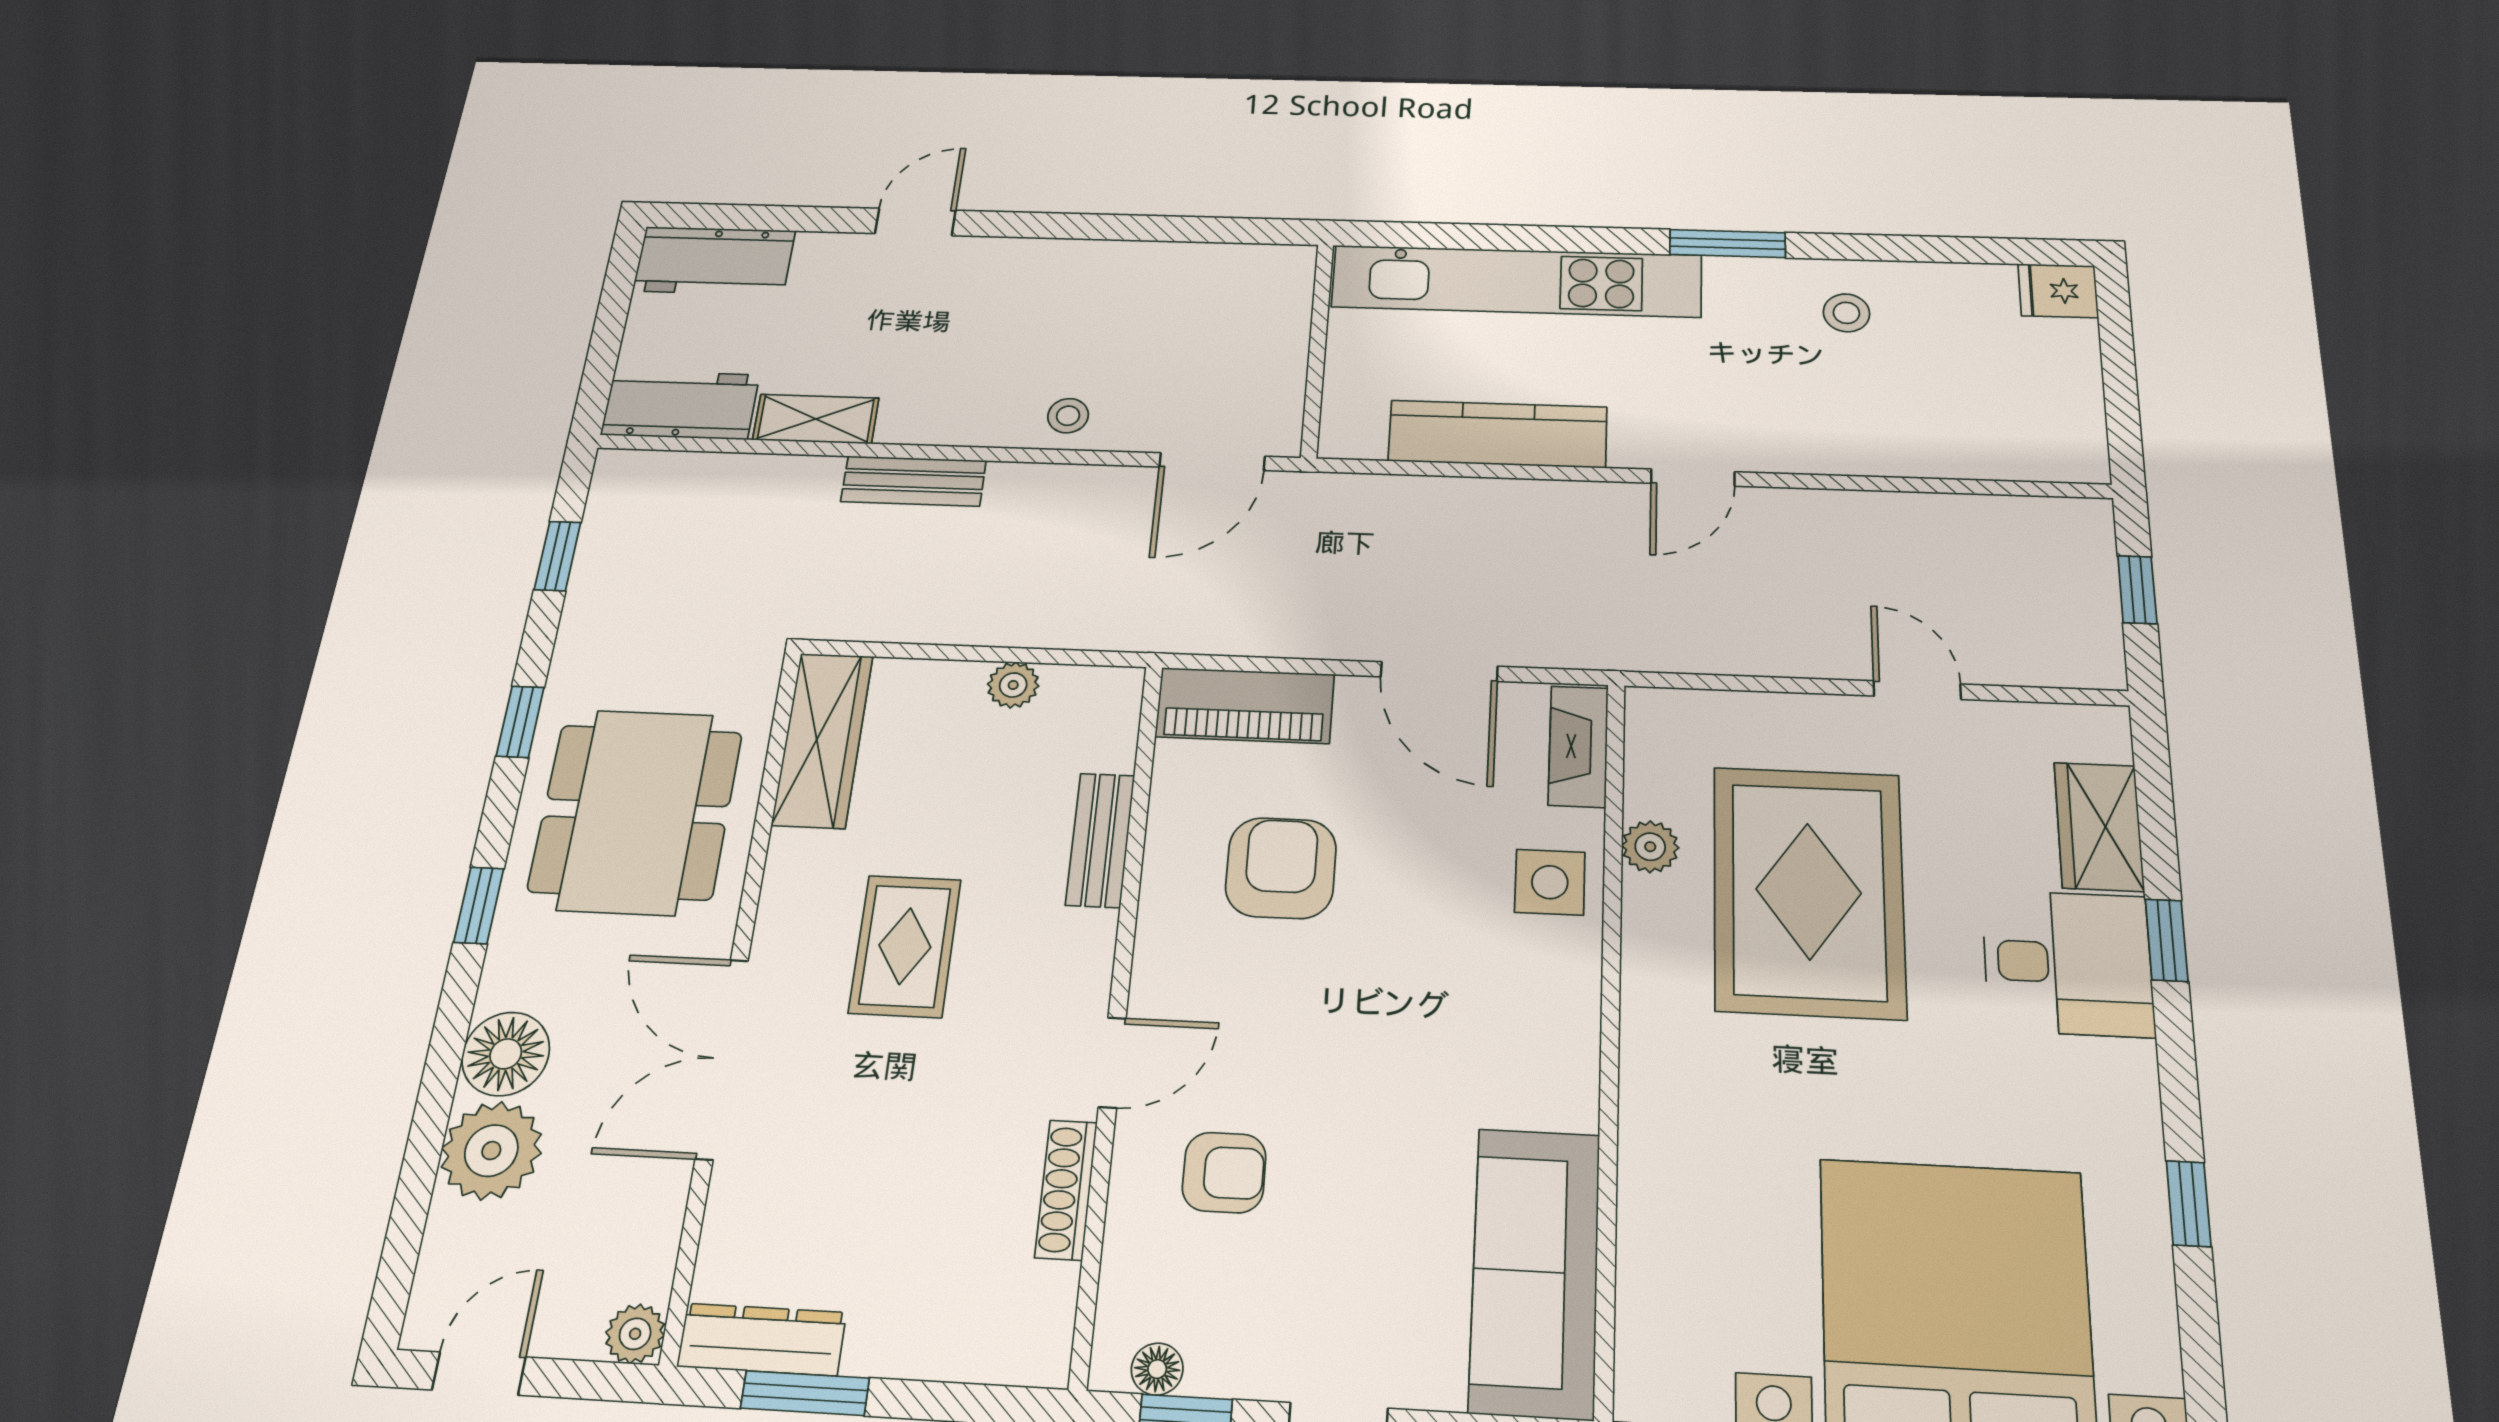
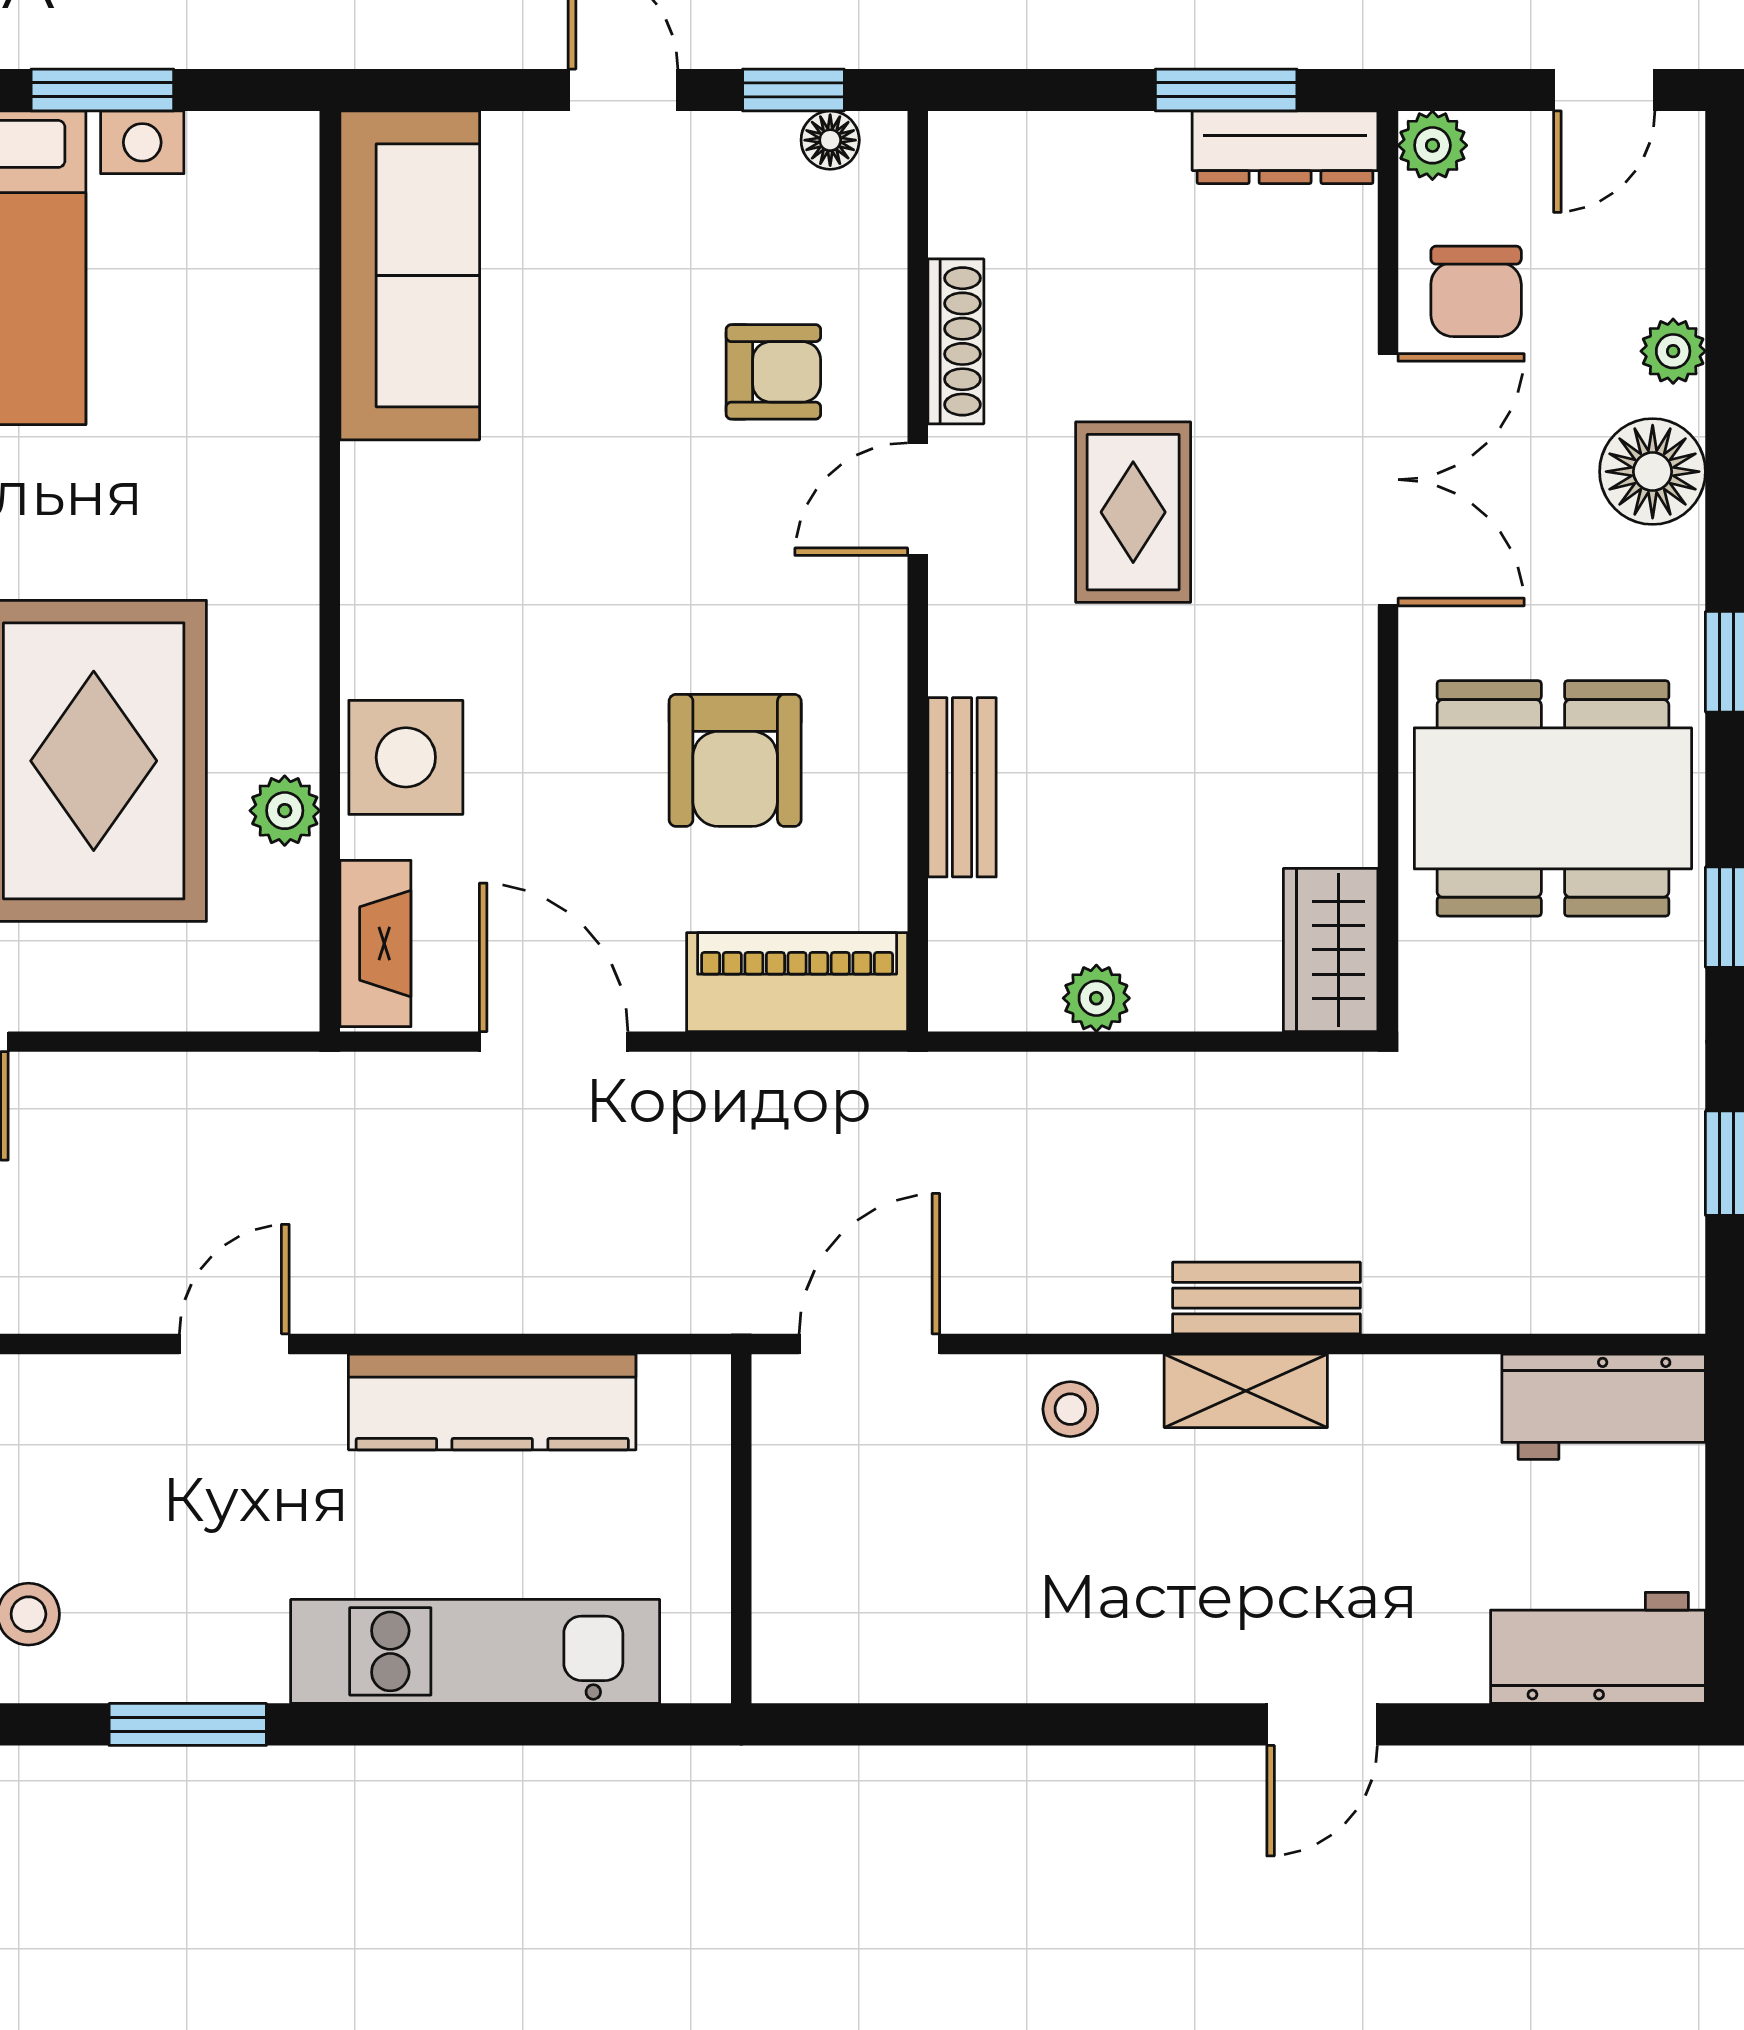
kitchen unit: (1517, 281) -> (475, 1651), width x0.73
shelving: (816, 419) -> (1246, 1391), moved
wardrobe: (823, 740) -> (1331, 950), width x0.67
dining table: (636, 811) -> (1553, 798), turned 90
side table: (1550, 882) -> (406, 757), width x1.37, depth x1.37
rug: (905, 946) -> (1133, 512), moved
plant: (491, 1151) -> (1673, 351), width x0.53, depth x0.53
armchair: (1224, 1172) -> (773, 372), turned 180
chair: (621, 1207) -> (1476, 291), added

